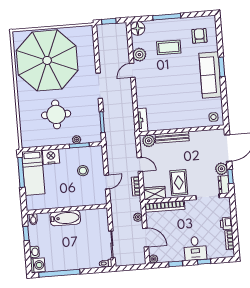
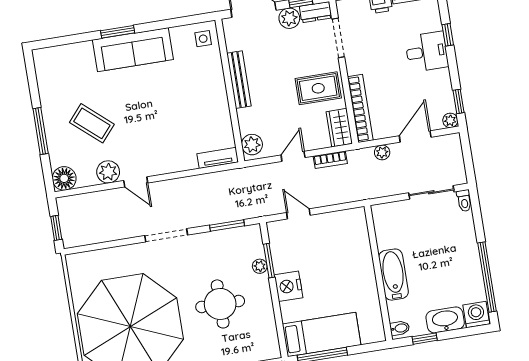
armchair: (199, 36) -> (68, 74), removed
coffee table: (169, 47) -> (92, 123), turned -49
bench: (172, 137) -> (239, 80), moved
nightstand: (51, 157) -> (289, 286), moved
stool: (83, 171) -> (311, 251), removed
door: (107, 182) -> (298, 214), moved
washbasin: (34, 252) -> (445, 320), width x1.91, depth x1.45
window: (176, 264) -> (459, 101), moved

